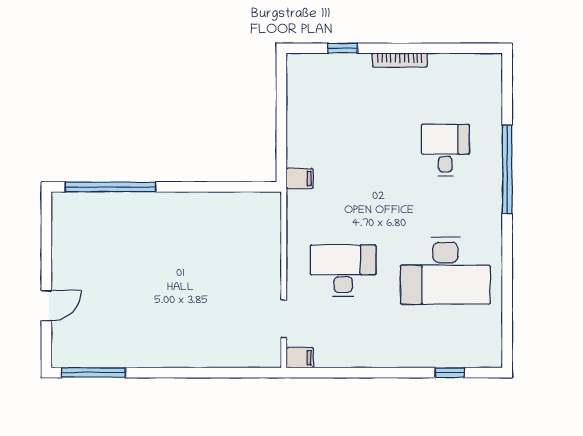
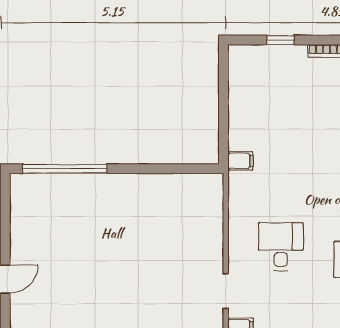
desk: (343, 271) -> (281, 246), width x0.73

